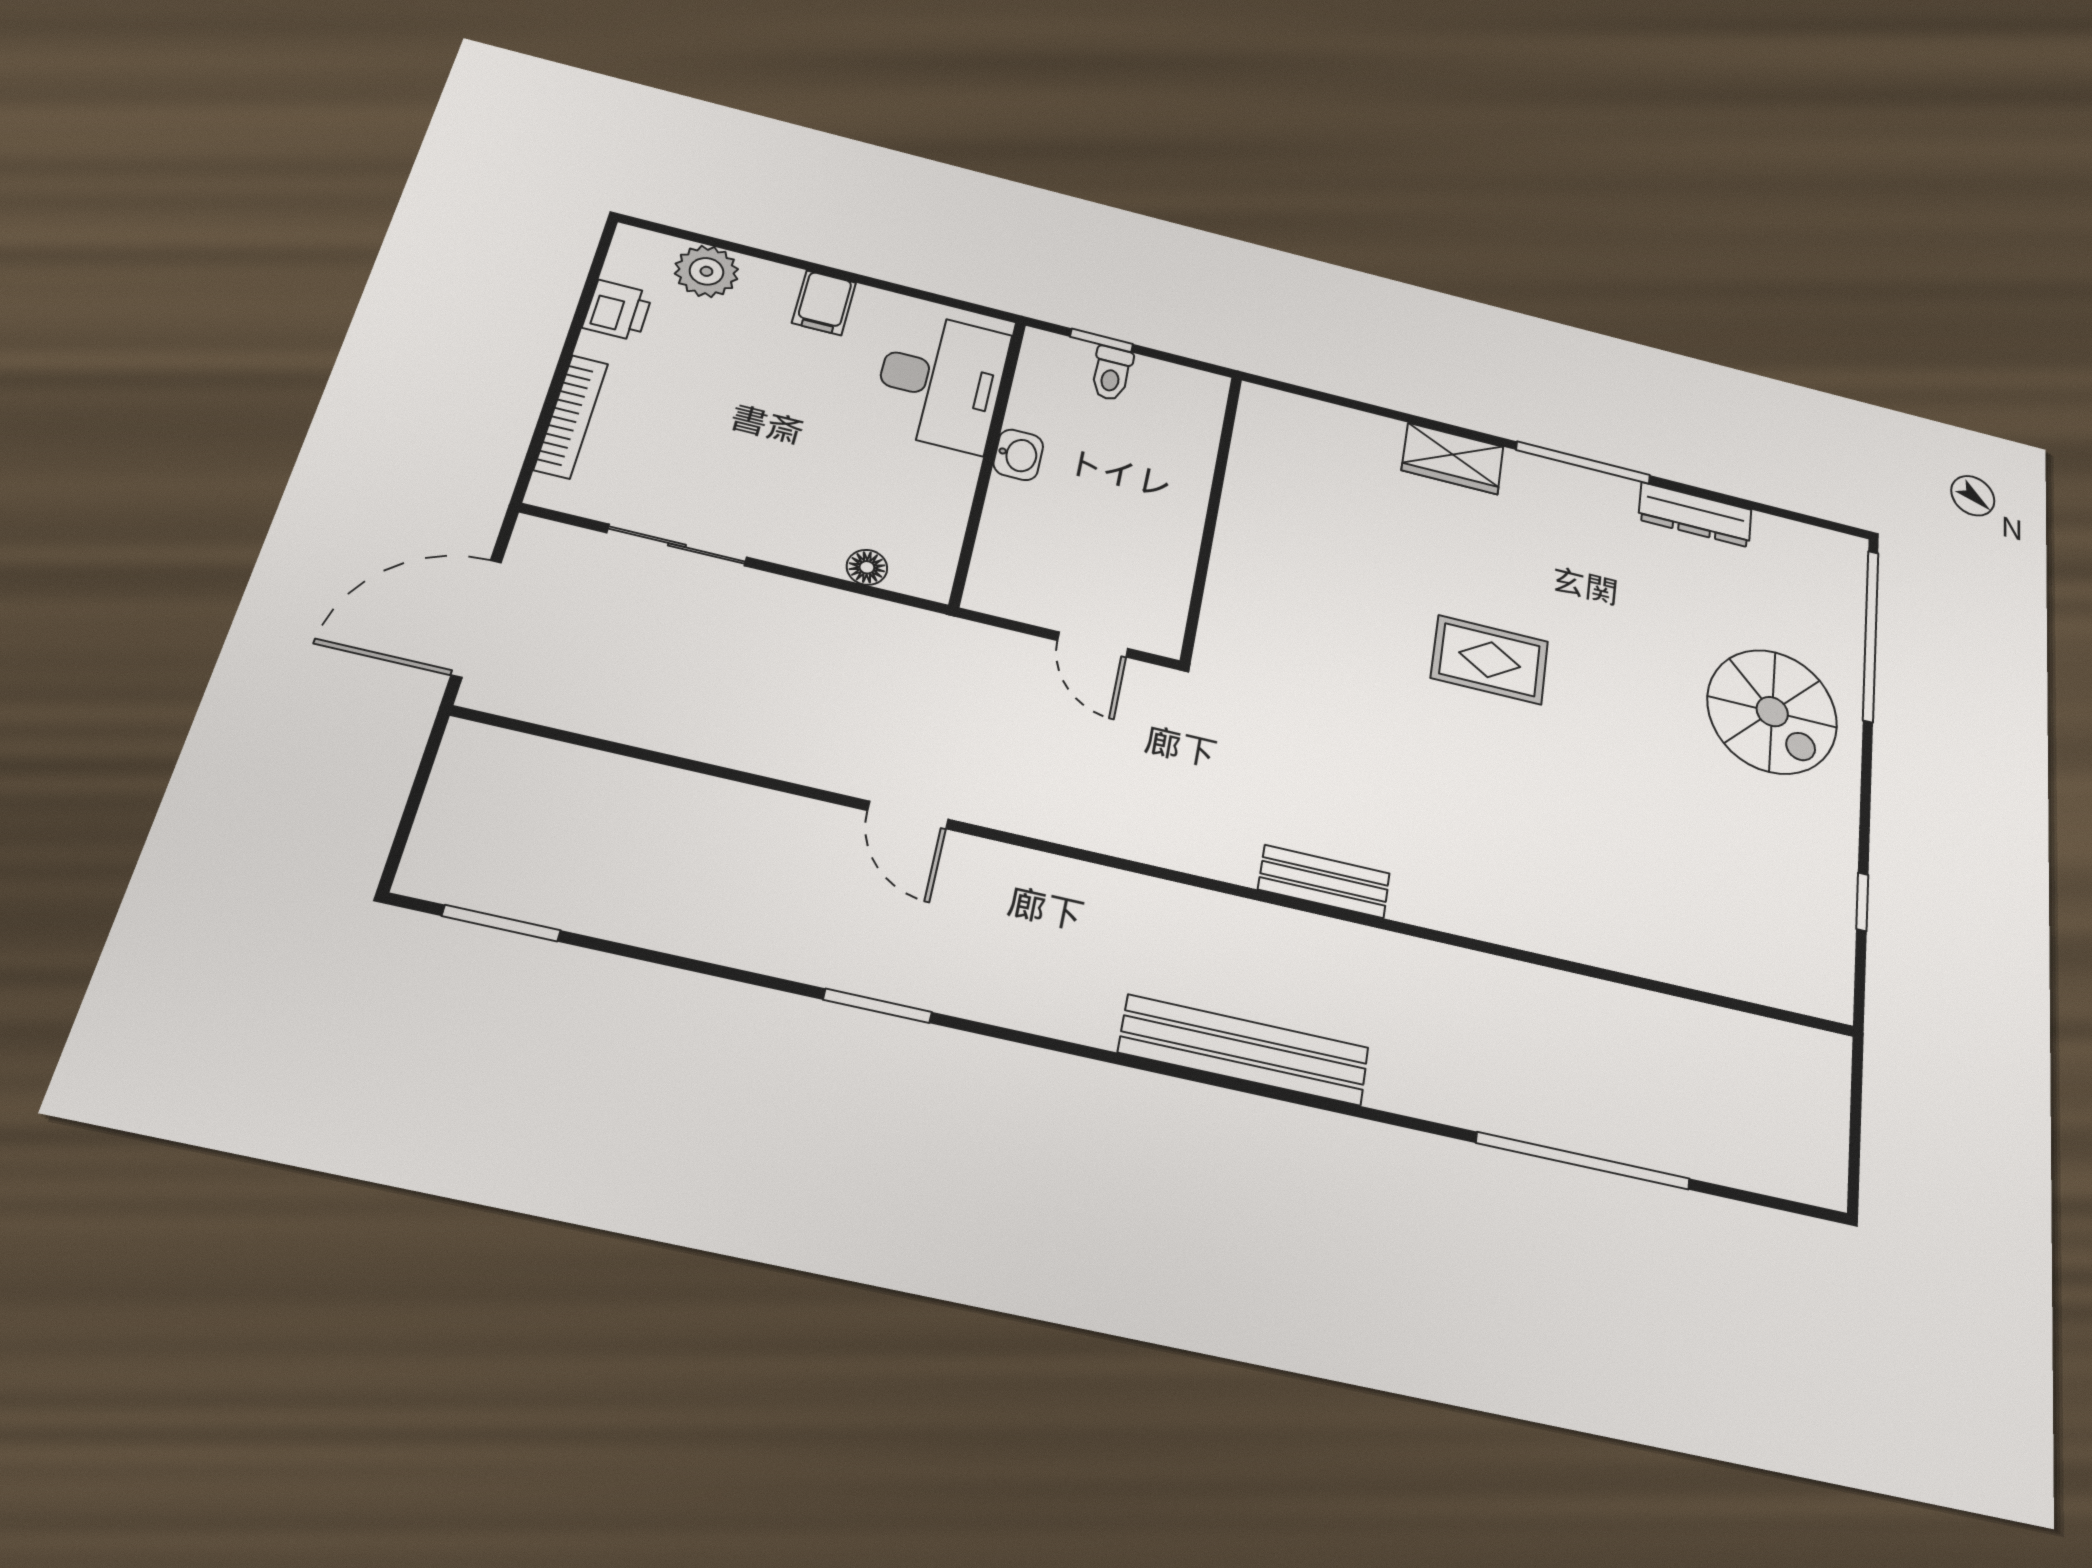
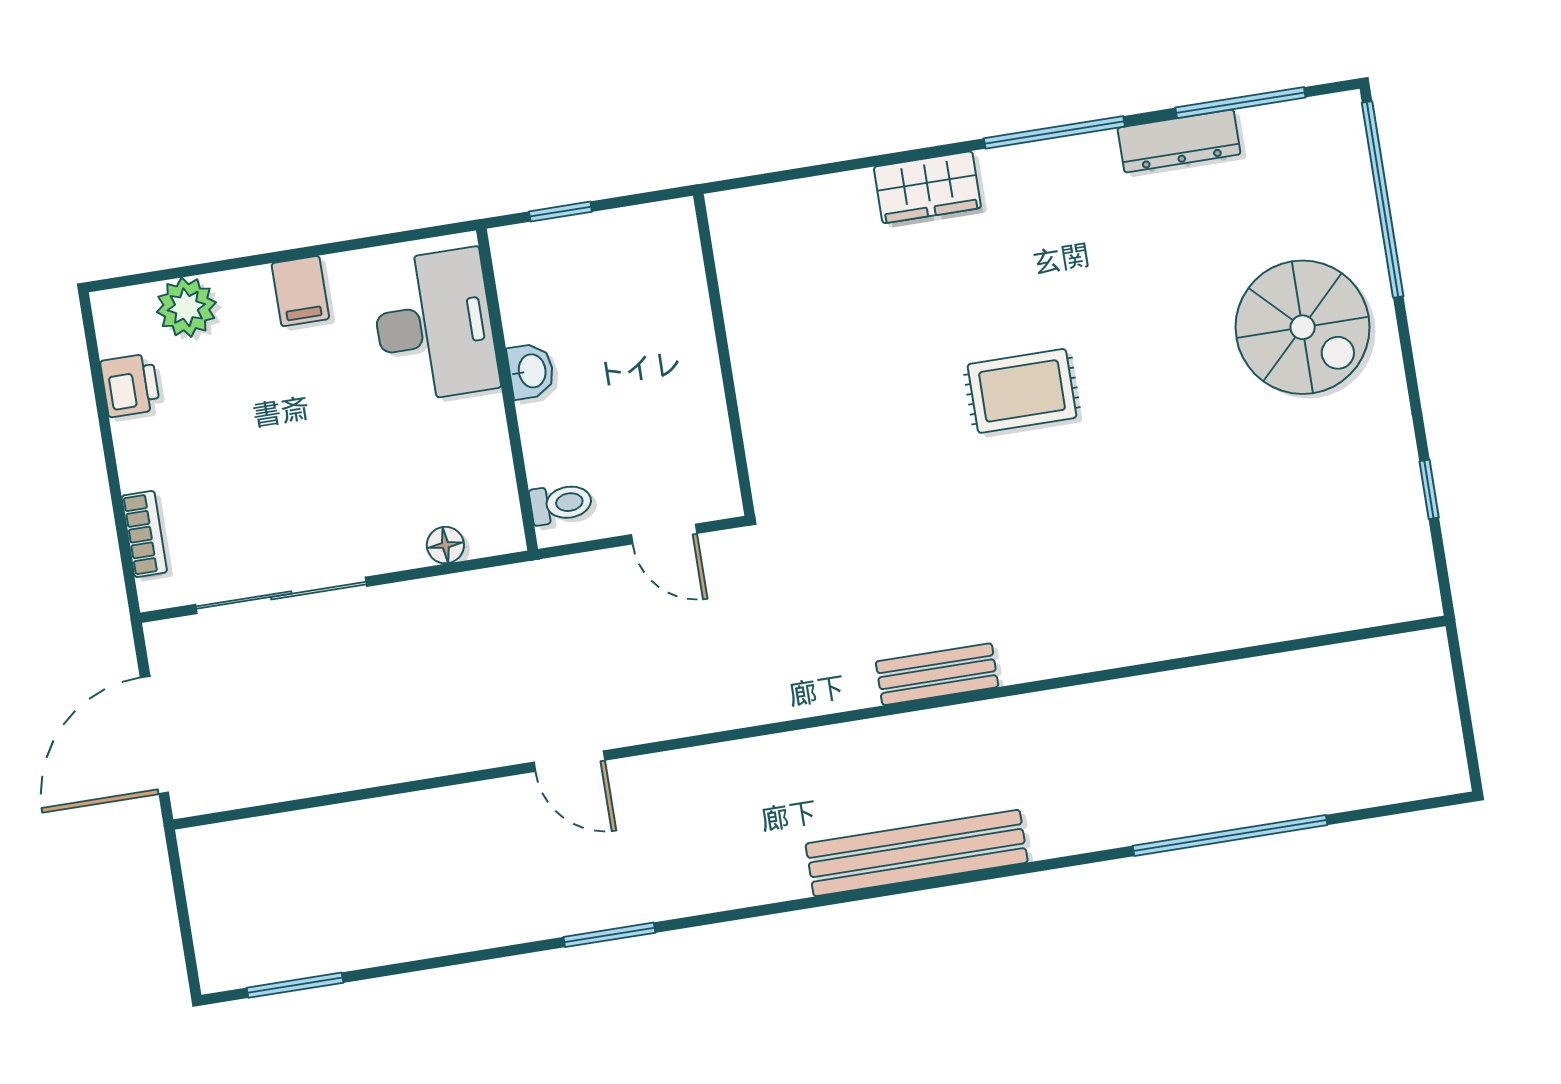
toilet: (1111, 373) -> (561, 503), moved, turned -90
bookcase: (571, 416) -> (144, 534), width x0.64
window: (1759, 507) -> (1240, 103), added
sliding door: (677, 545) -> (281, 595), width x1.37

